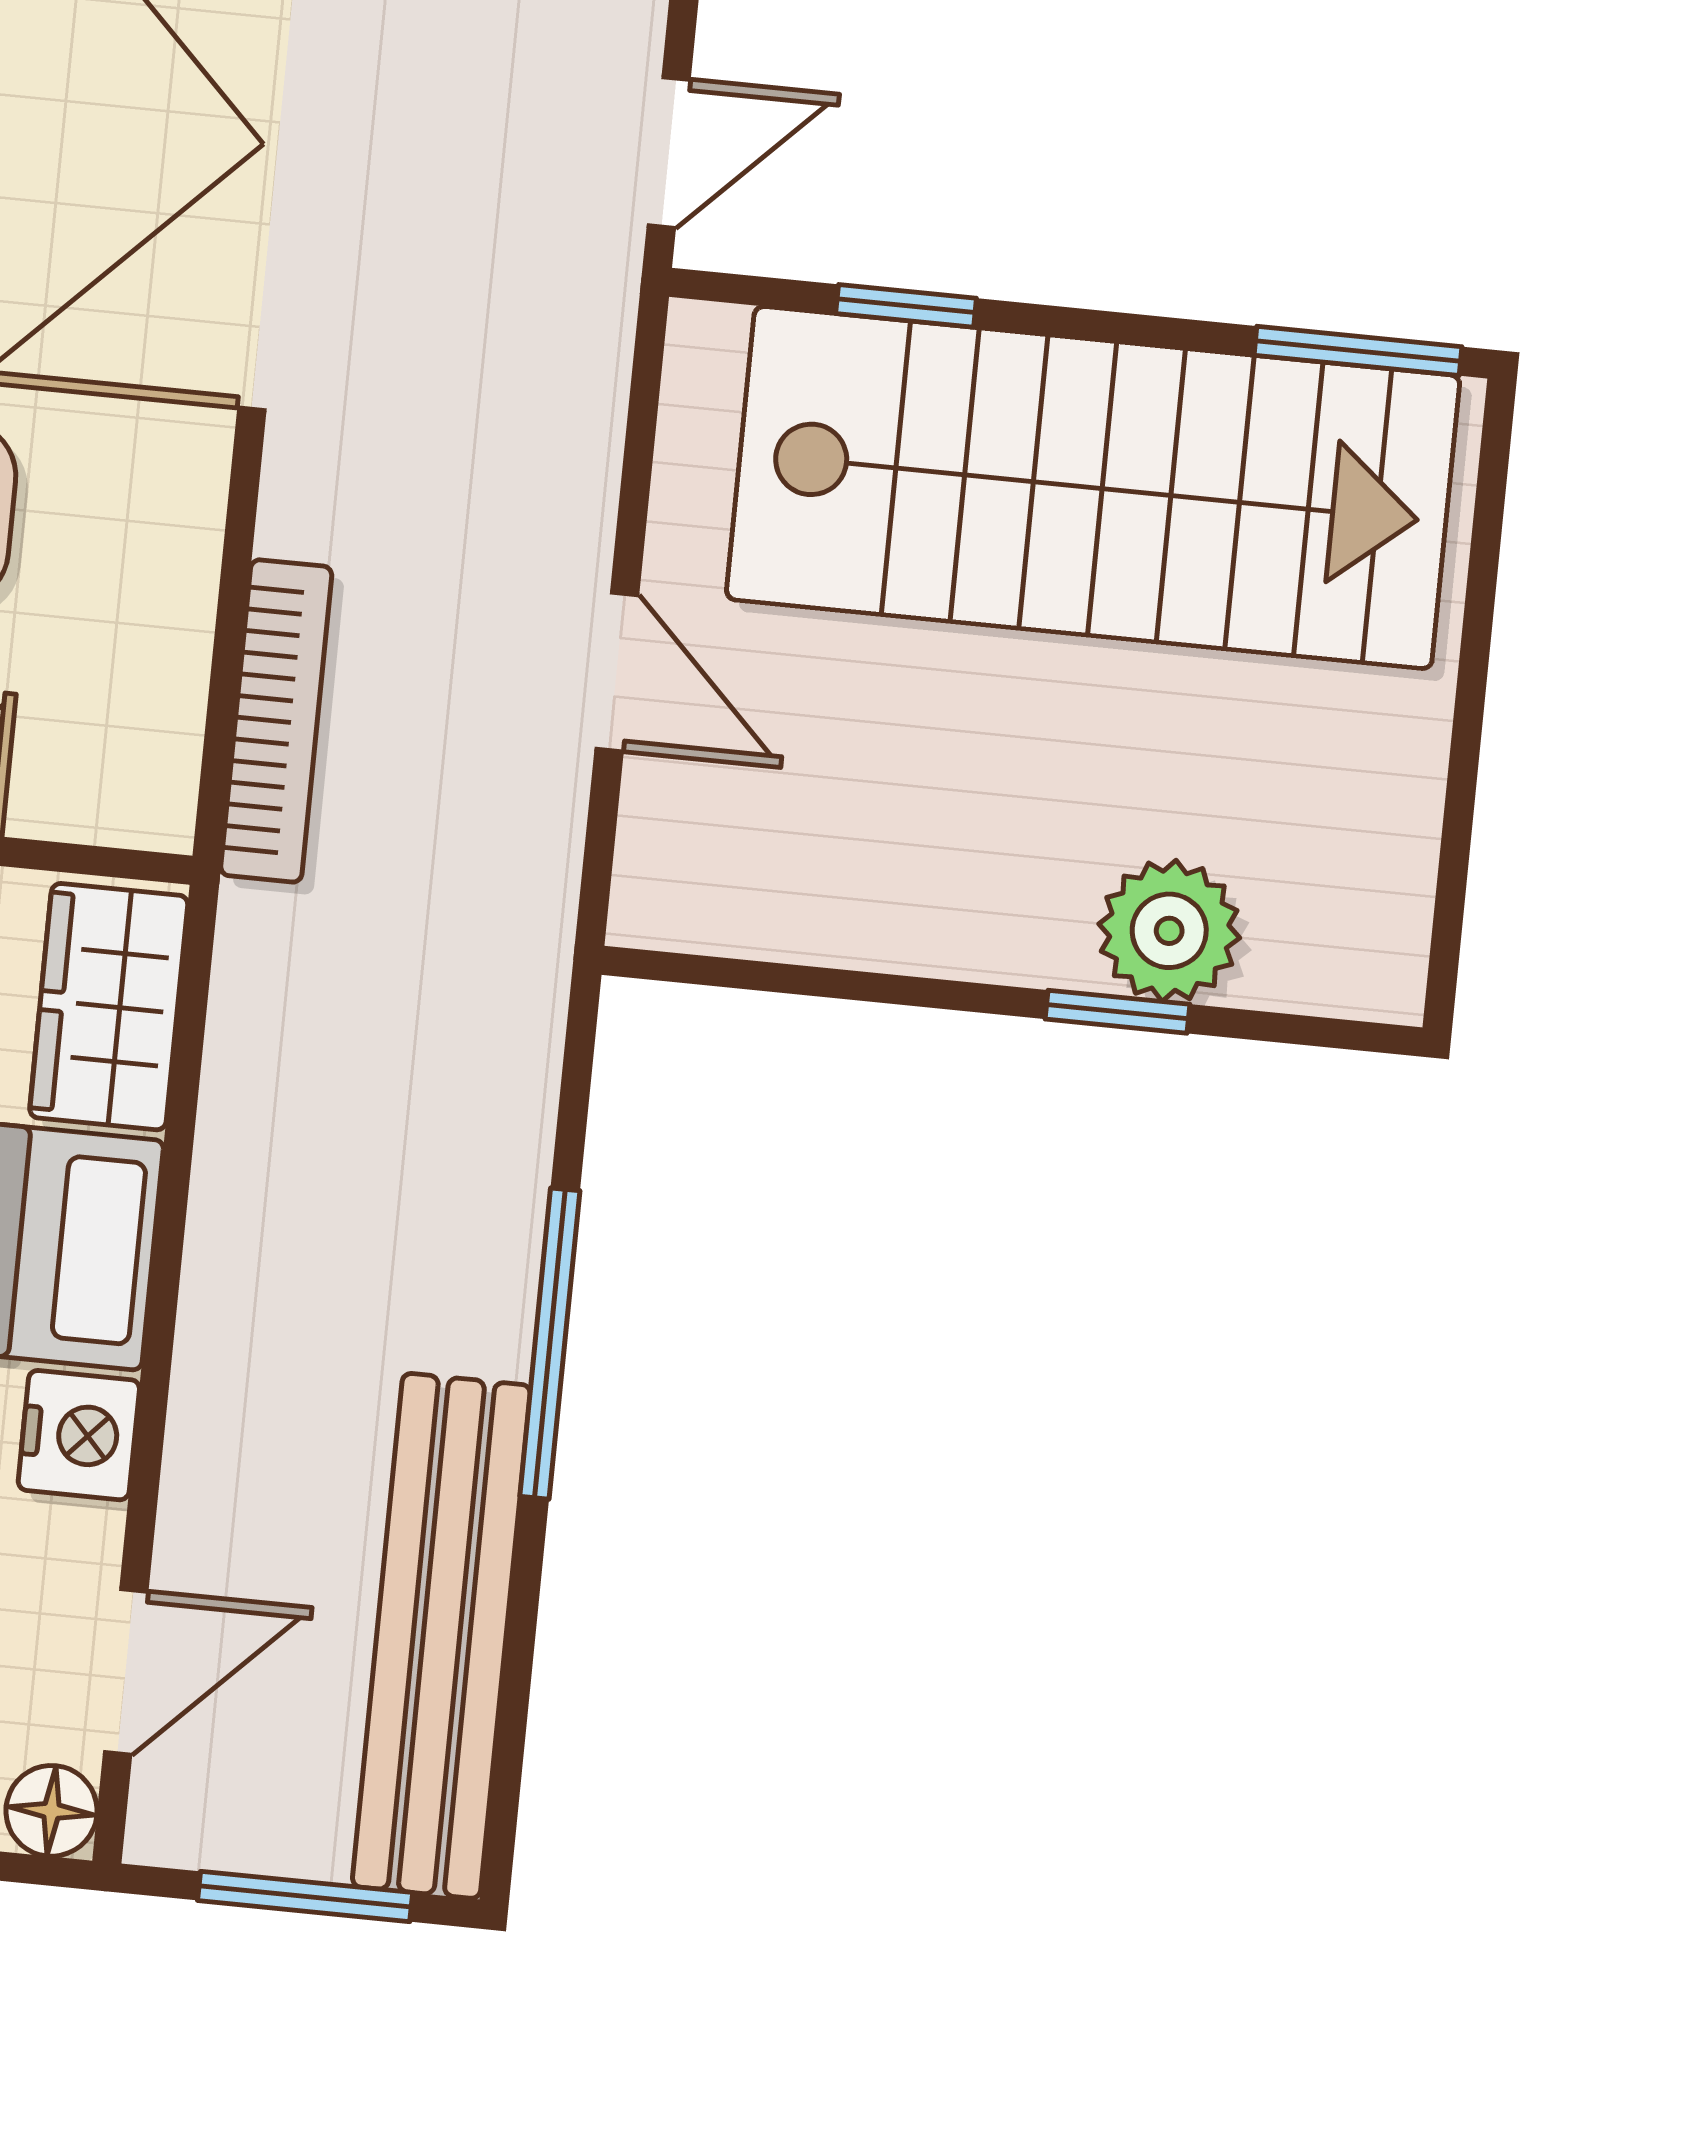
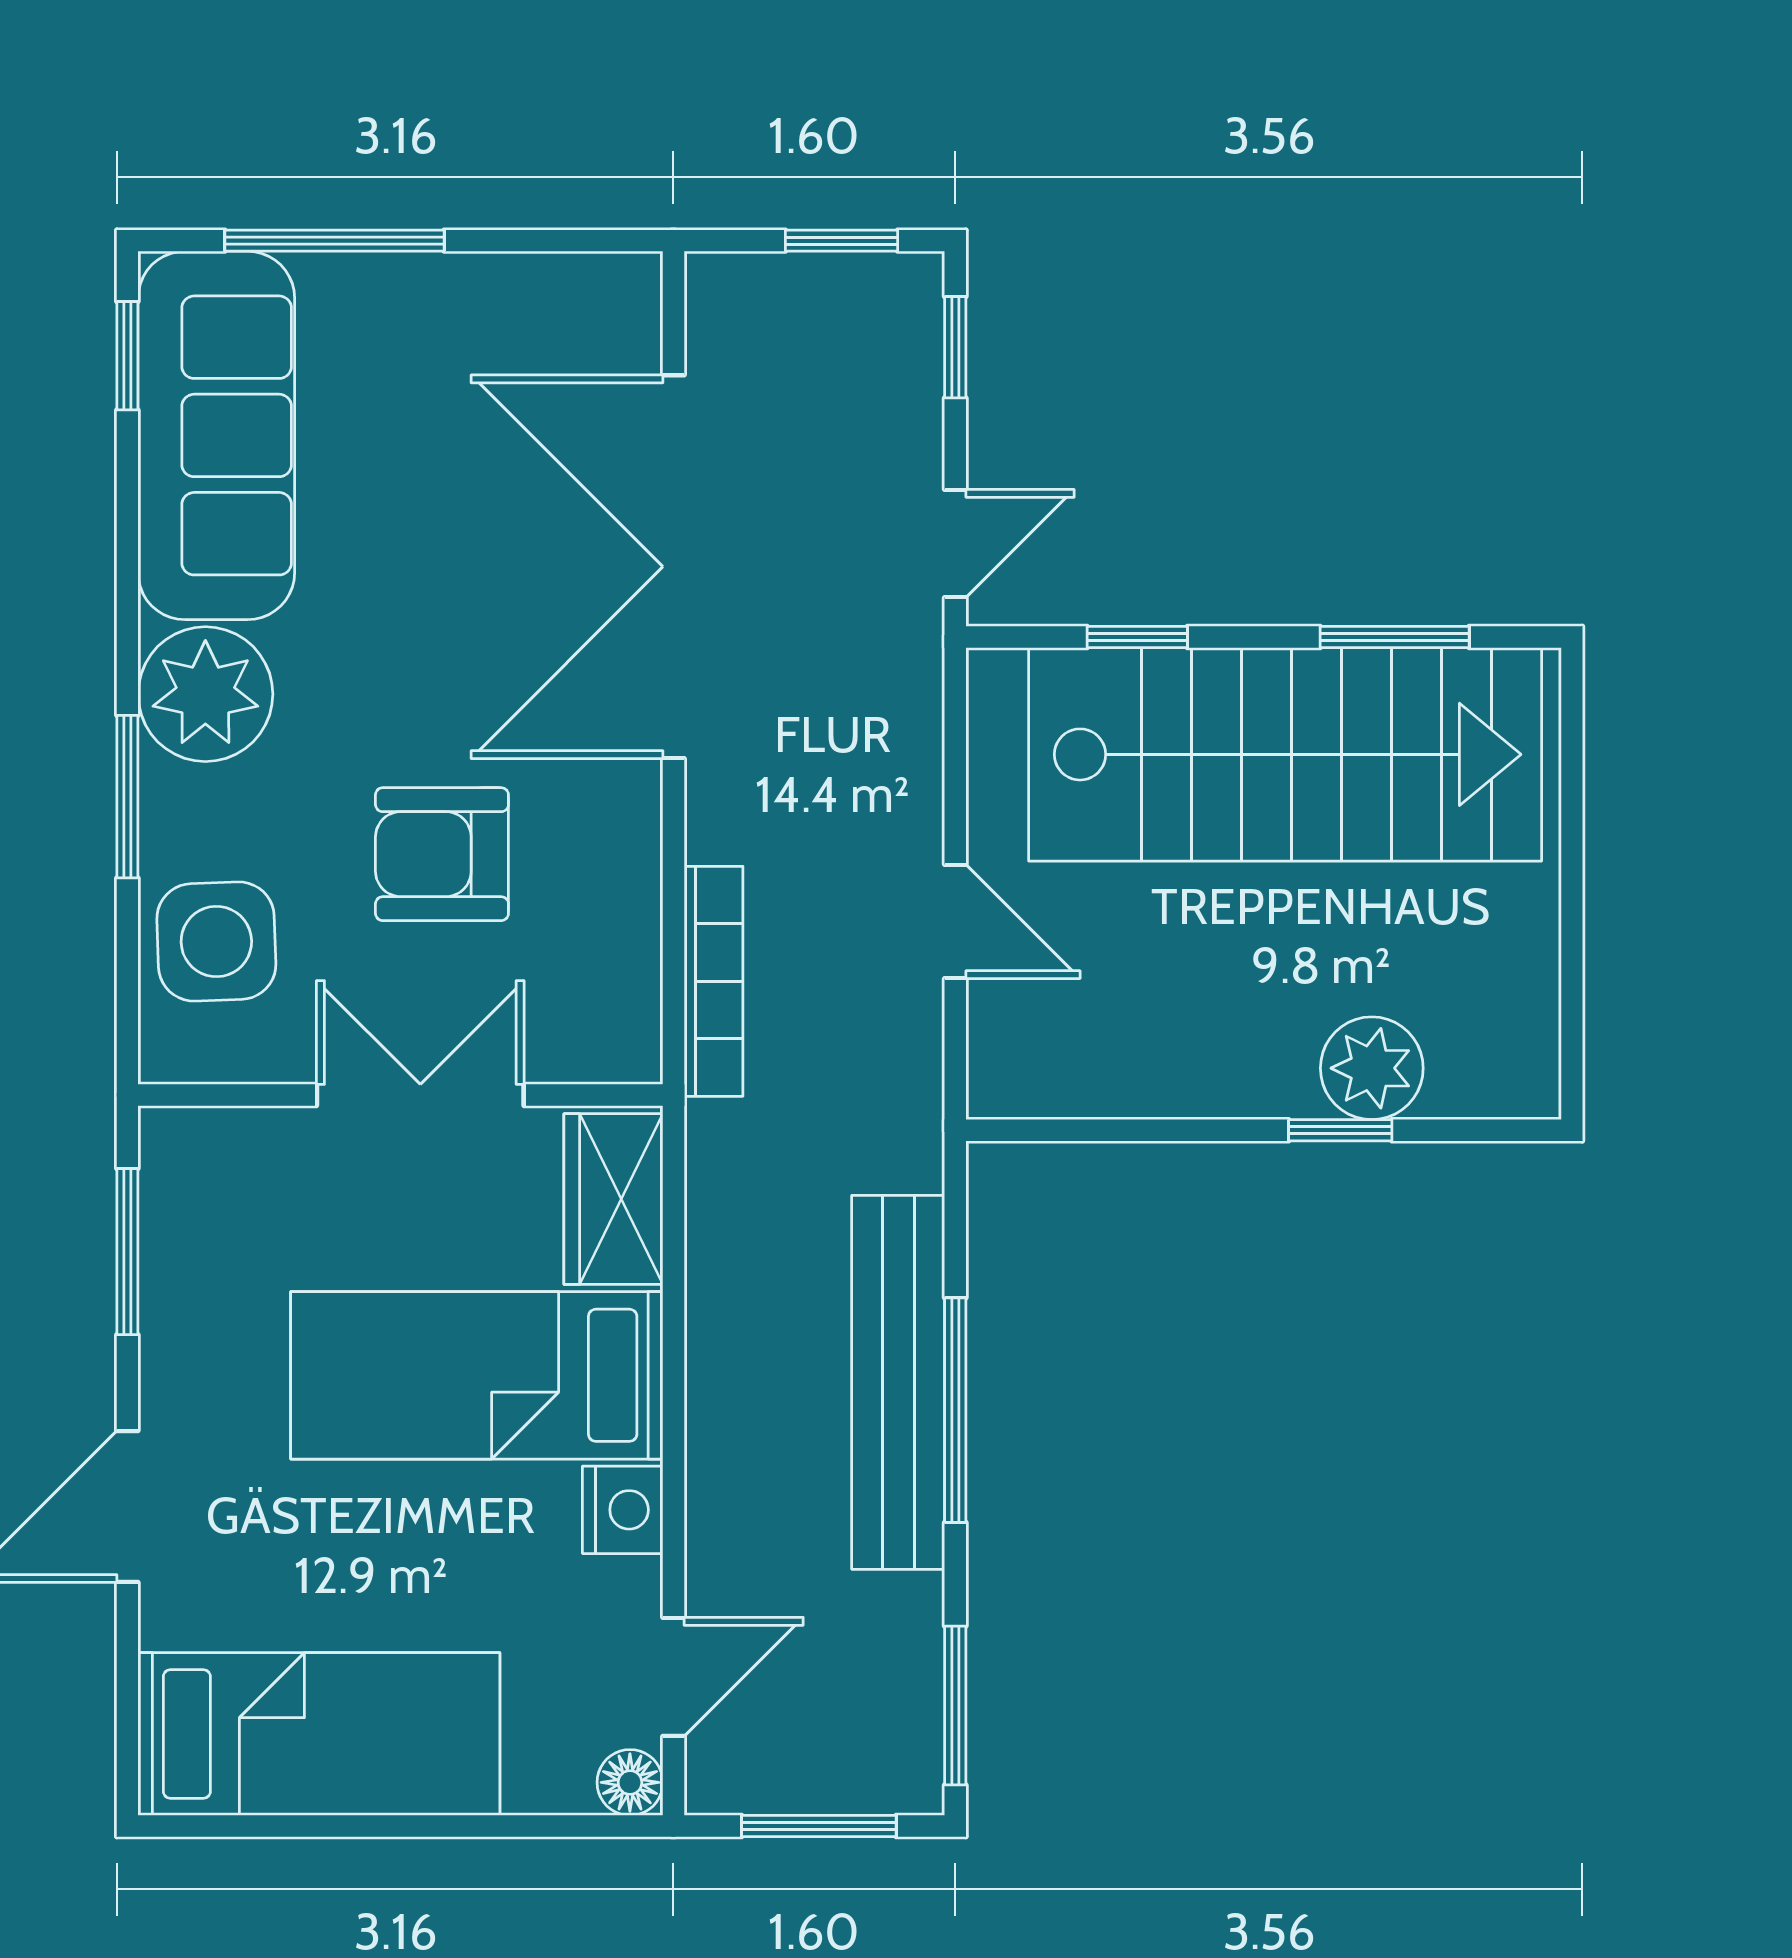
window: (1358, 351) -> (1395, 637), moved
bench: (441, 1636) -> (898, 1382), moved
window: (509, 1750) -> (955, 1706), added

